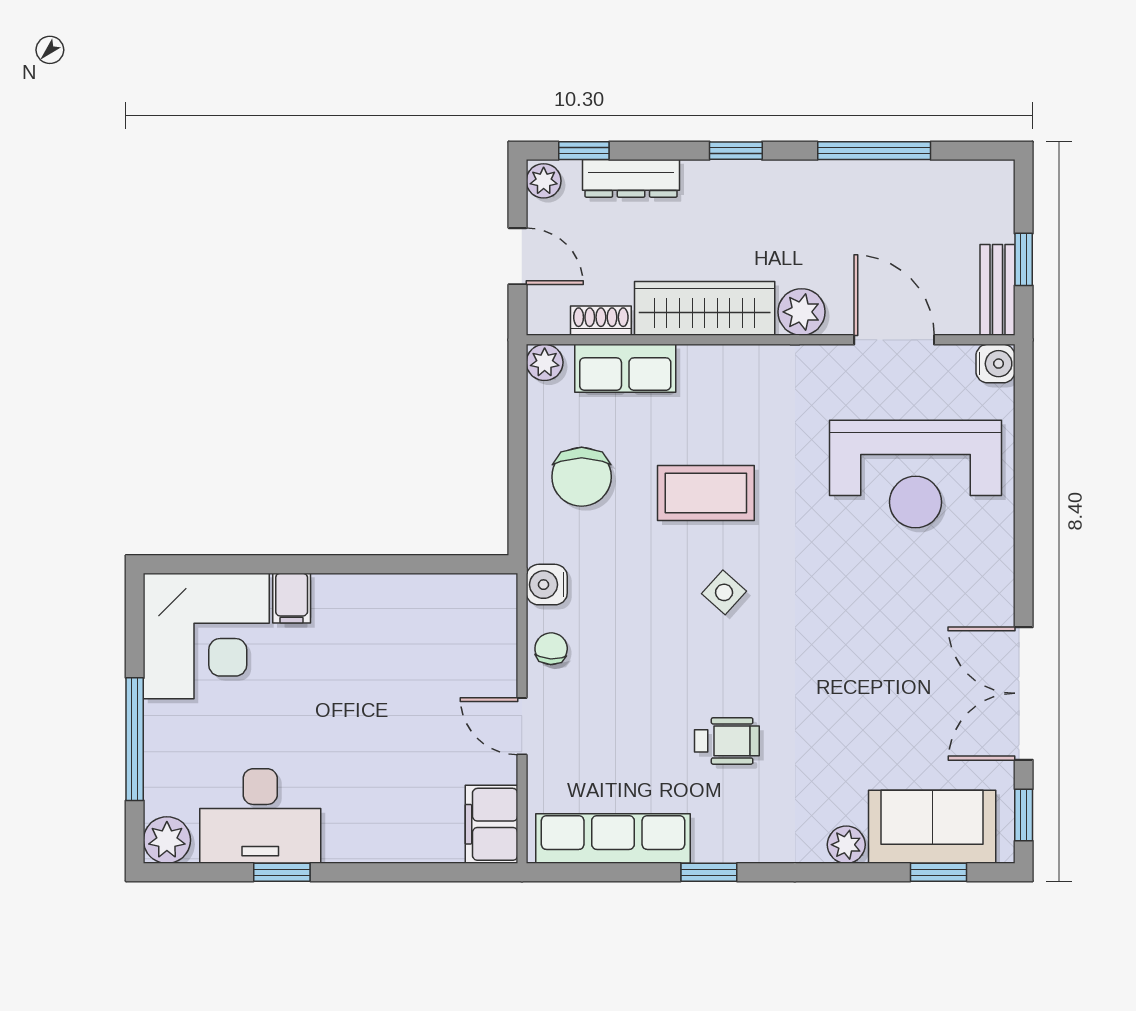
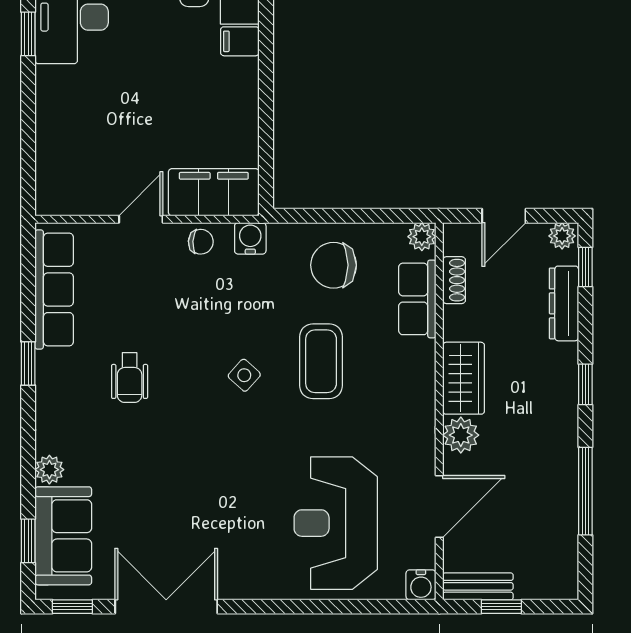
wardrobe: (705, 308) -> (464, 378), width x0.67
filing cabinet: (491, 824) -> (214, 192), moved, width x1.50, depth x1.17

